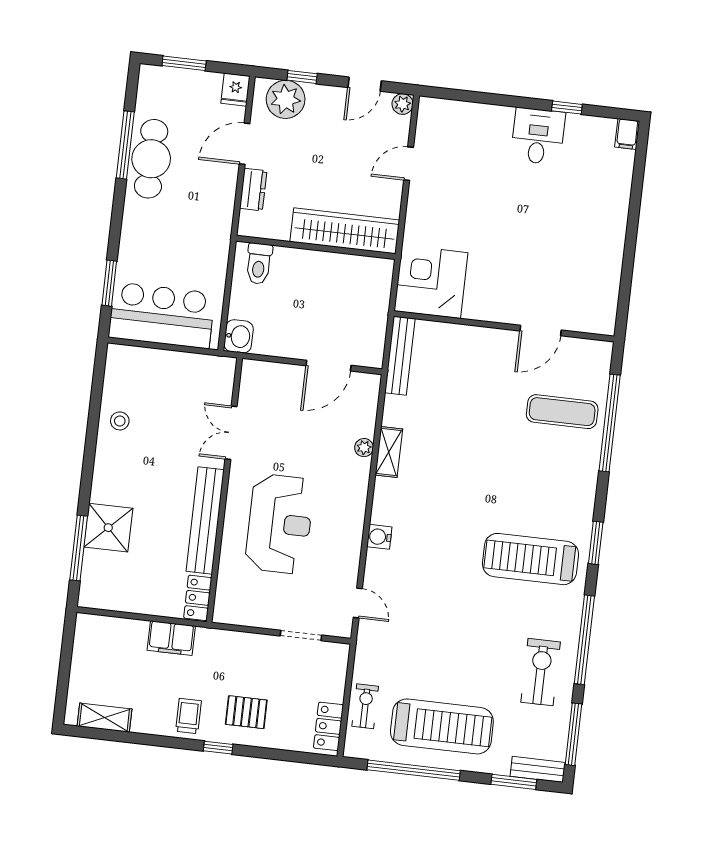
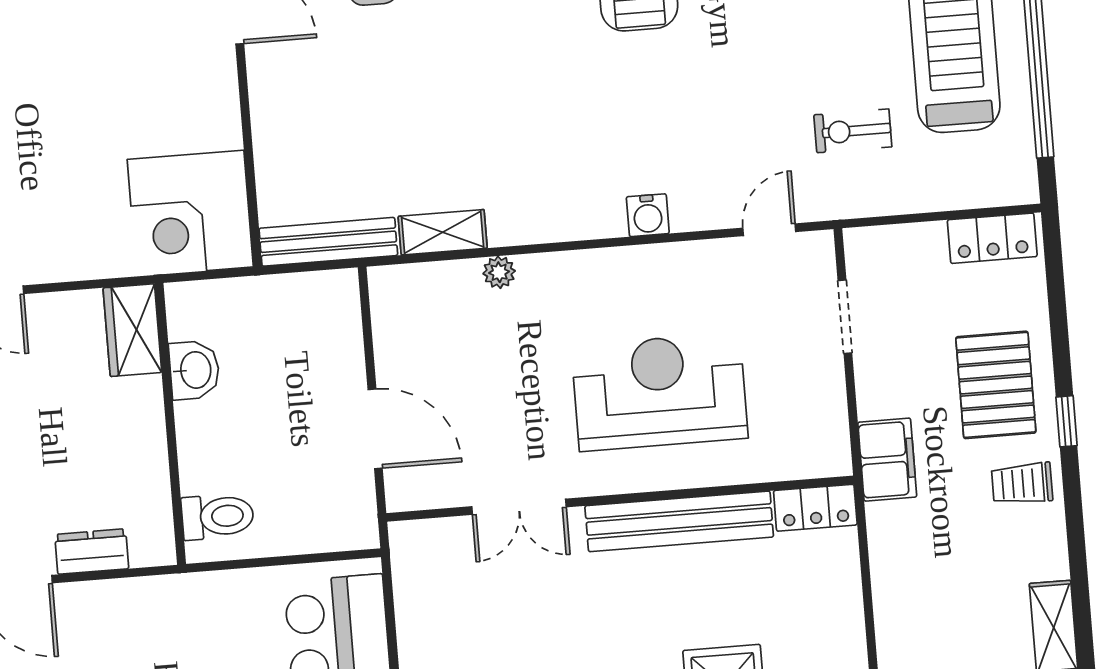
wardrobe: (345, 231) -> (132, 330), width x0.48, depth x0.85
washbasin: (239, 336) -> (194, 370), moved, turned 90
door: (329, 366) -> (375, 429), moved
shelving: (389, 452) -> (443, 232), moved
filing cabinet: (171, 638) -> (887, 460), moved
exercise bike: (365, 706) -> (853, 131), moved
pallet: (246, 712) -> (996, 385), width x1.50, depth x1.42

